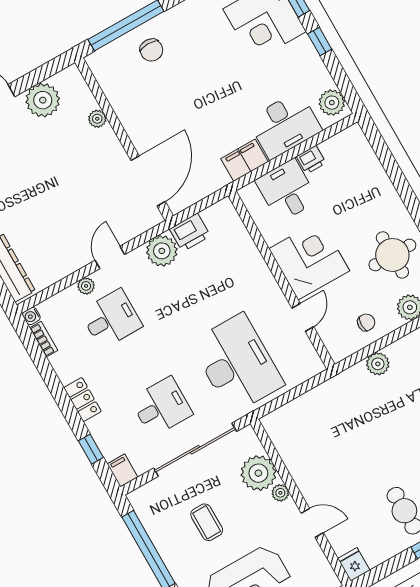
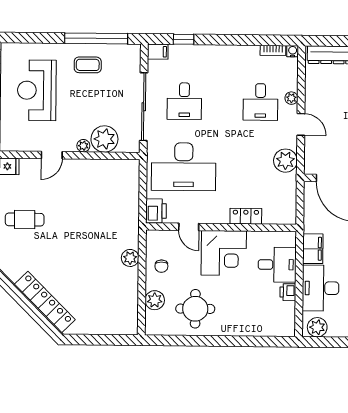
printer: (190, 232) -> (156, 211), moved, turned 180
locker: (82, 400) -> (246, 216), moved, turned 180
coffee table: (207, 522) -> (88, 65), moved

